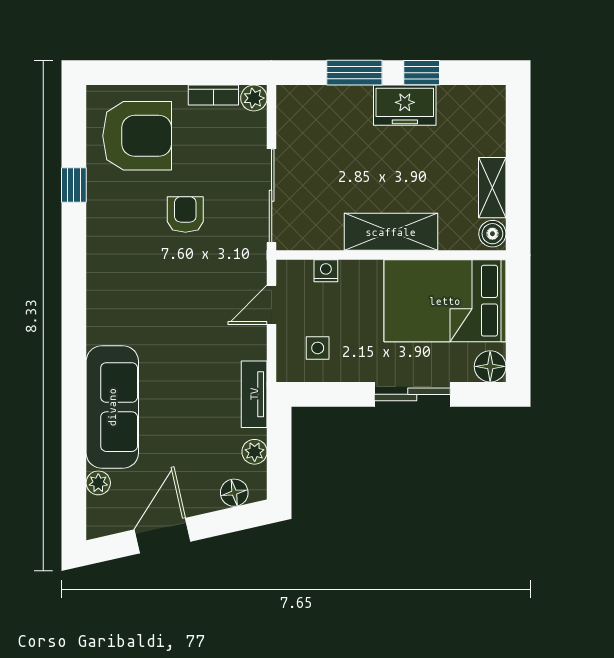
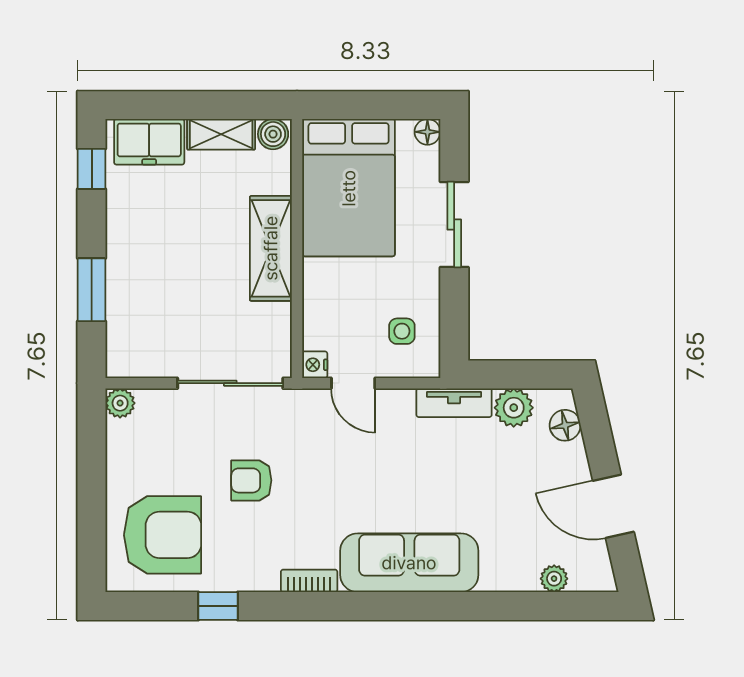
window: (422, 73) -> (92, 169), moved
bookcase: (213, 95) -> (309, 581), moved, turned -90
freezer: (405, 105) -> (149, 142), moved, turned 90
armchair: (137, 136) -> (163, 535), turned 90
nightstand: (326, 271) -> (315, 365), moved
floor lamp: (490, 366) -> (427, 132), width x0.73, depth x0.73
sofa: (112, 407) -> (409, 563), moved
plant: (255, 452) -> (514, 408), width x1.38, depth x1.38

